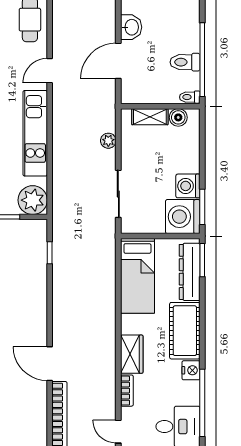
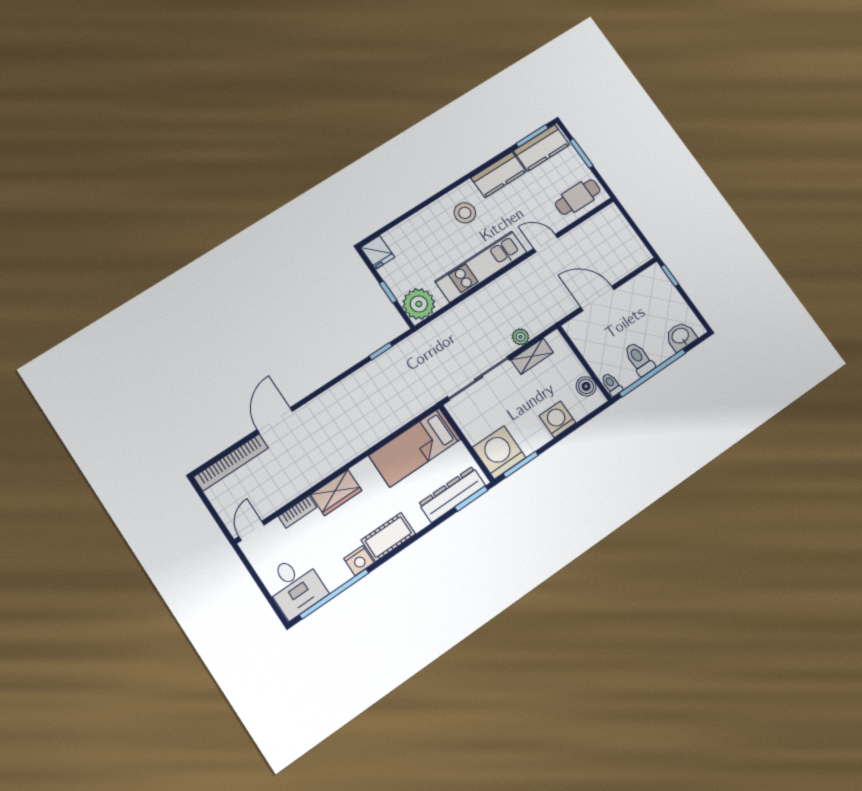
washbasin: (131, 27) -> (681, 336), moved, turned 180
shelving: (150, 117) -> (532, 356), moved, turned 90
washing machine: (188, 186) -> (557, 419), moved
sliding door: (118, 194) -> (479, 378), width x1.37
cot: (185, 331) -> (388, 537), width x0.73, depth x0.75

